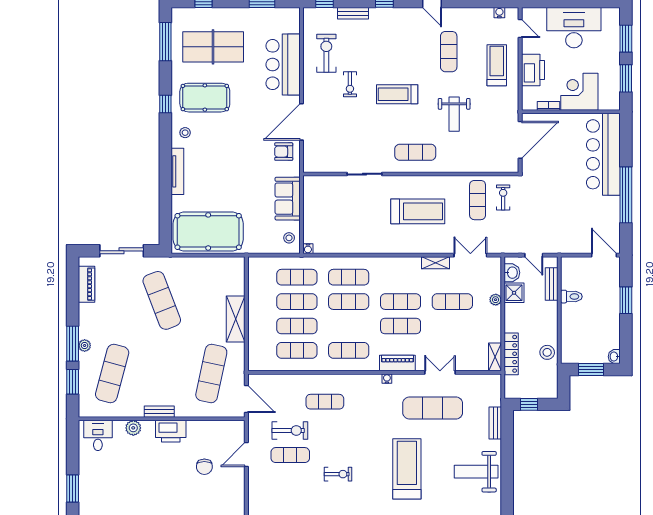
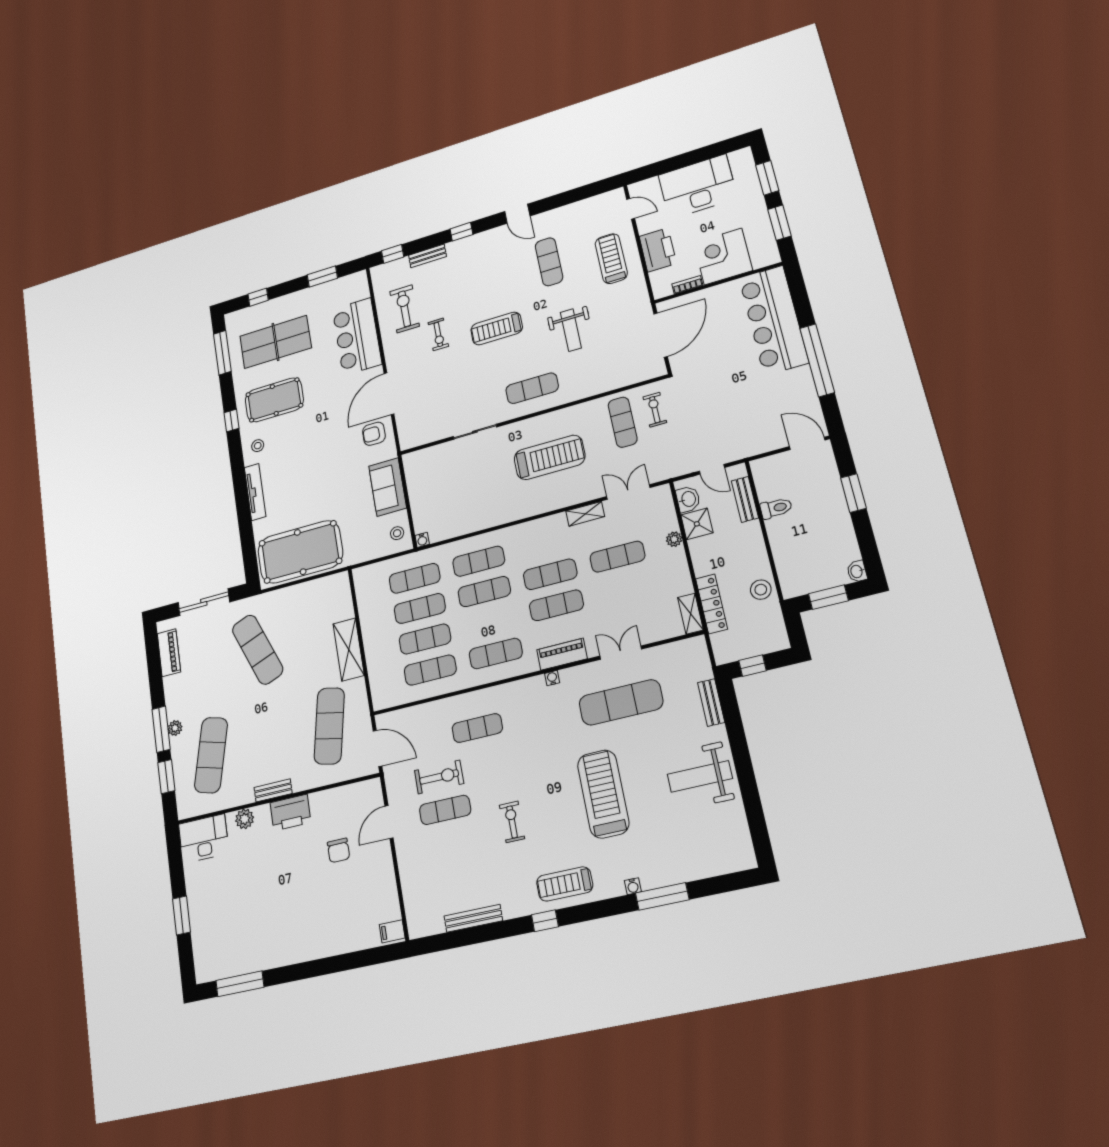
water cooler: (499, 13) -> (601, 200), removed
desk: (98, 435) -> (204, 839), width x1.37
exercise bike: (338, 474) -> (512, 822), turned -90

